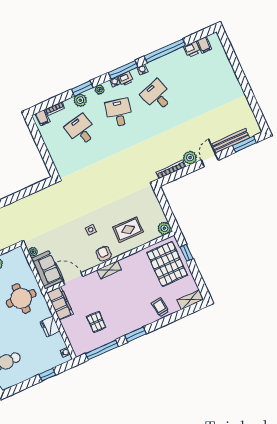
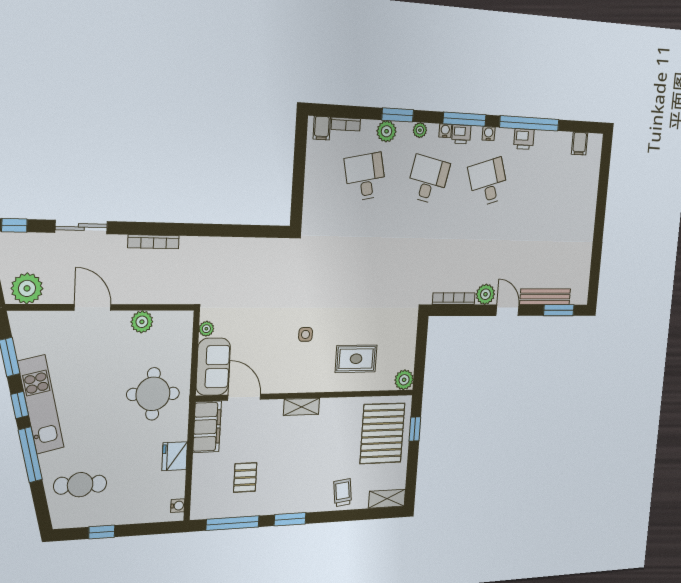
printer: (192, 49) -> (524, 139), moved
door: (210, 160) -> (507, 310), hinge flipped
armchair: (104, 254) -> (306, 379), removed
window: (47, 375) -> (102, 532), moved

